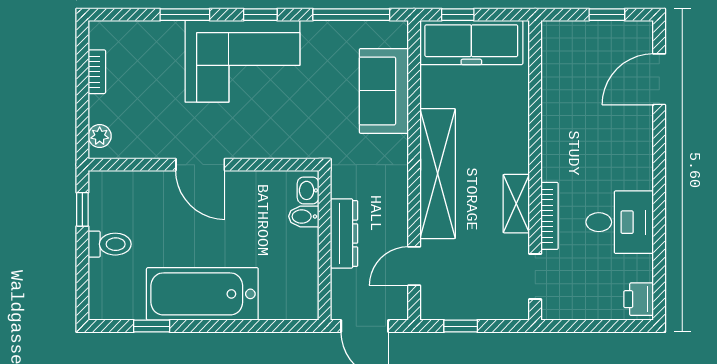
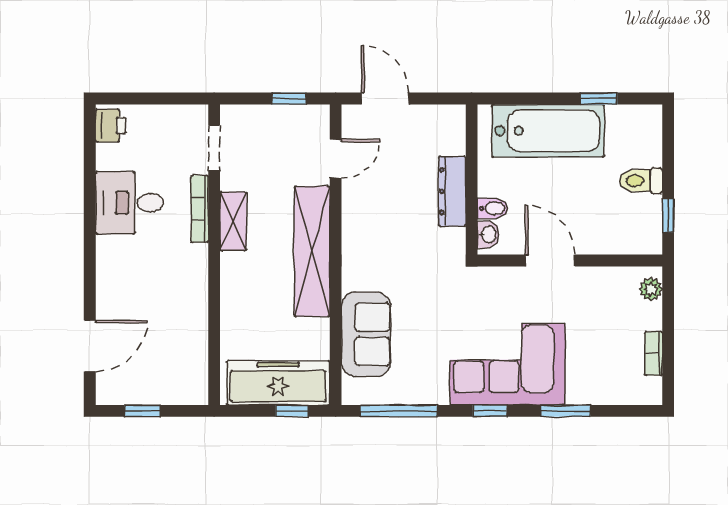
washbasin: (308, 190) -> (488, 234), moved
bidet: (304, 216) -> (493, 208), moved
dresser: (344, 233) -> (452, 191), moved
wall: (325, 245) -> (472, 180), moved

